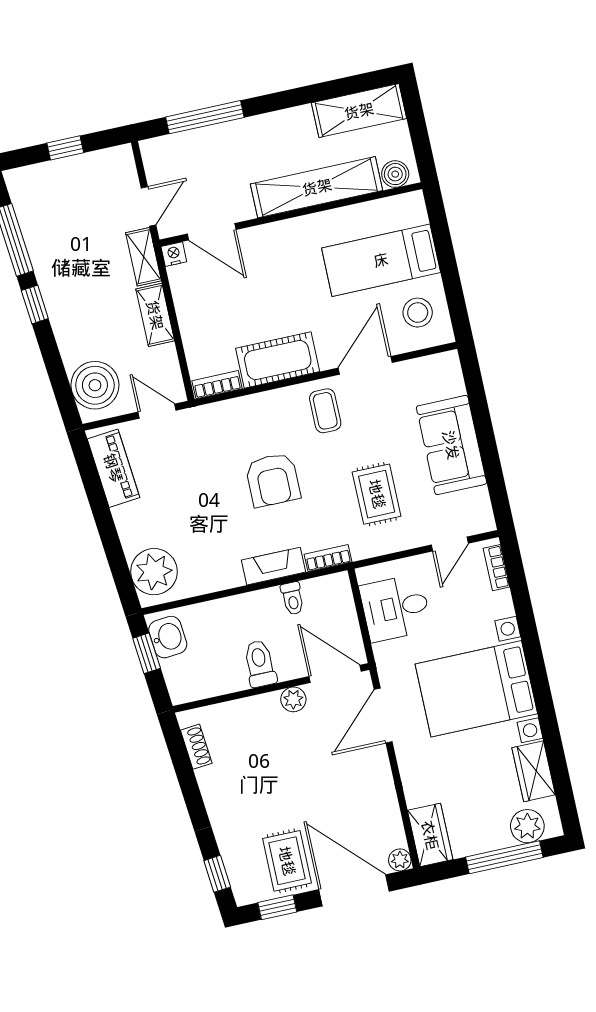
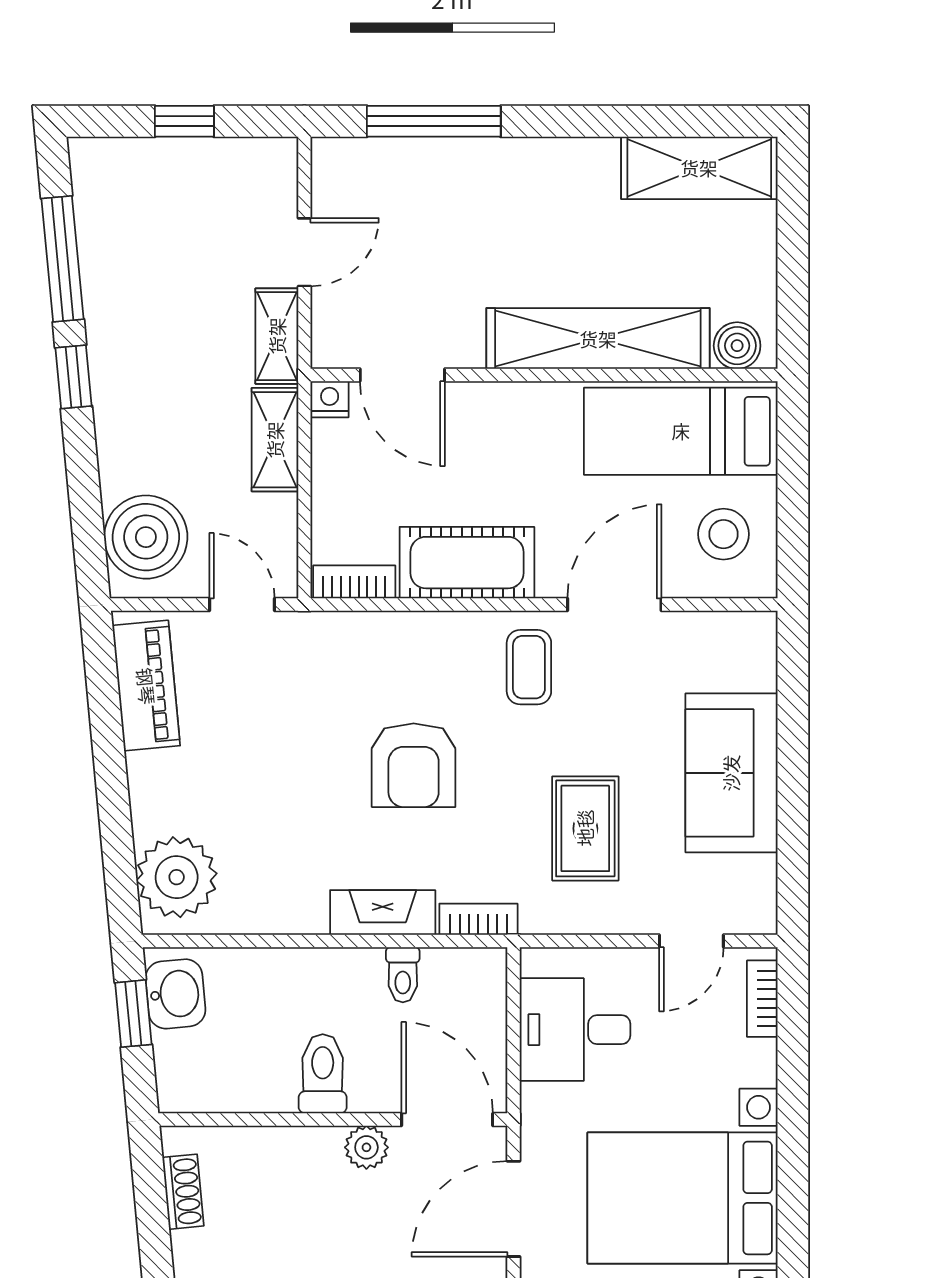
boiler: (395, 174) -> (737, 346), moved
shelving: (317, 187) -> (598, 339), moved
wall: (291, 214) -> (544, 375), moved
door: (212, 232) -> (402, 375), moved
nightstand: (174, 254) -> (330, 399), moved

